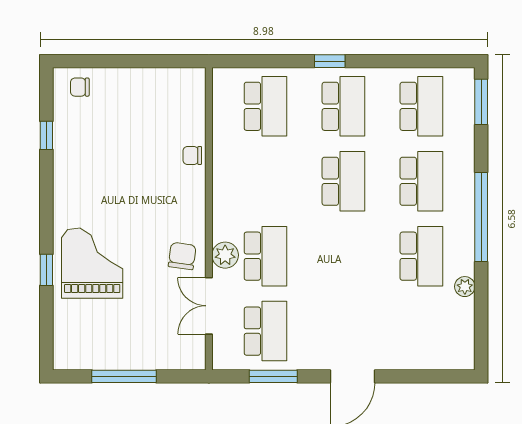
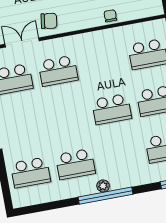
school desk: (421, 181) -> (31, 172), moved
plant: (225, 255) -> (54, 47), removed
plant: (465, 287) -> (103, 186), moved

